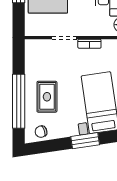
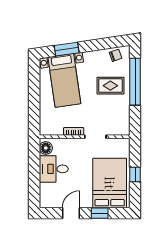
rug: (47, 97) -> (110, 86), turned 90
window: (85, 141) -> (67, 49), moved

